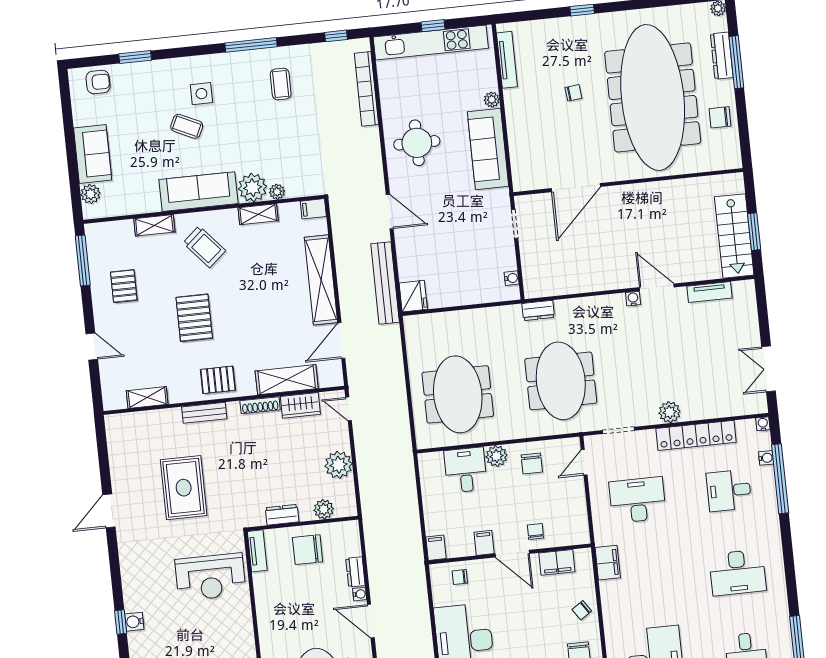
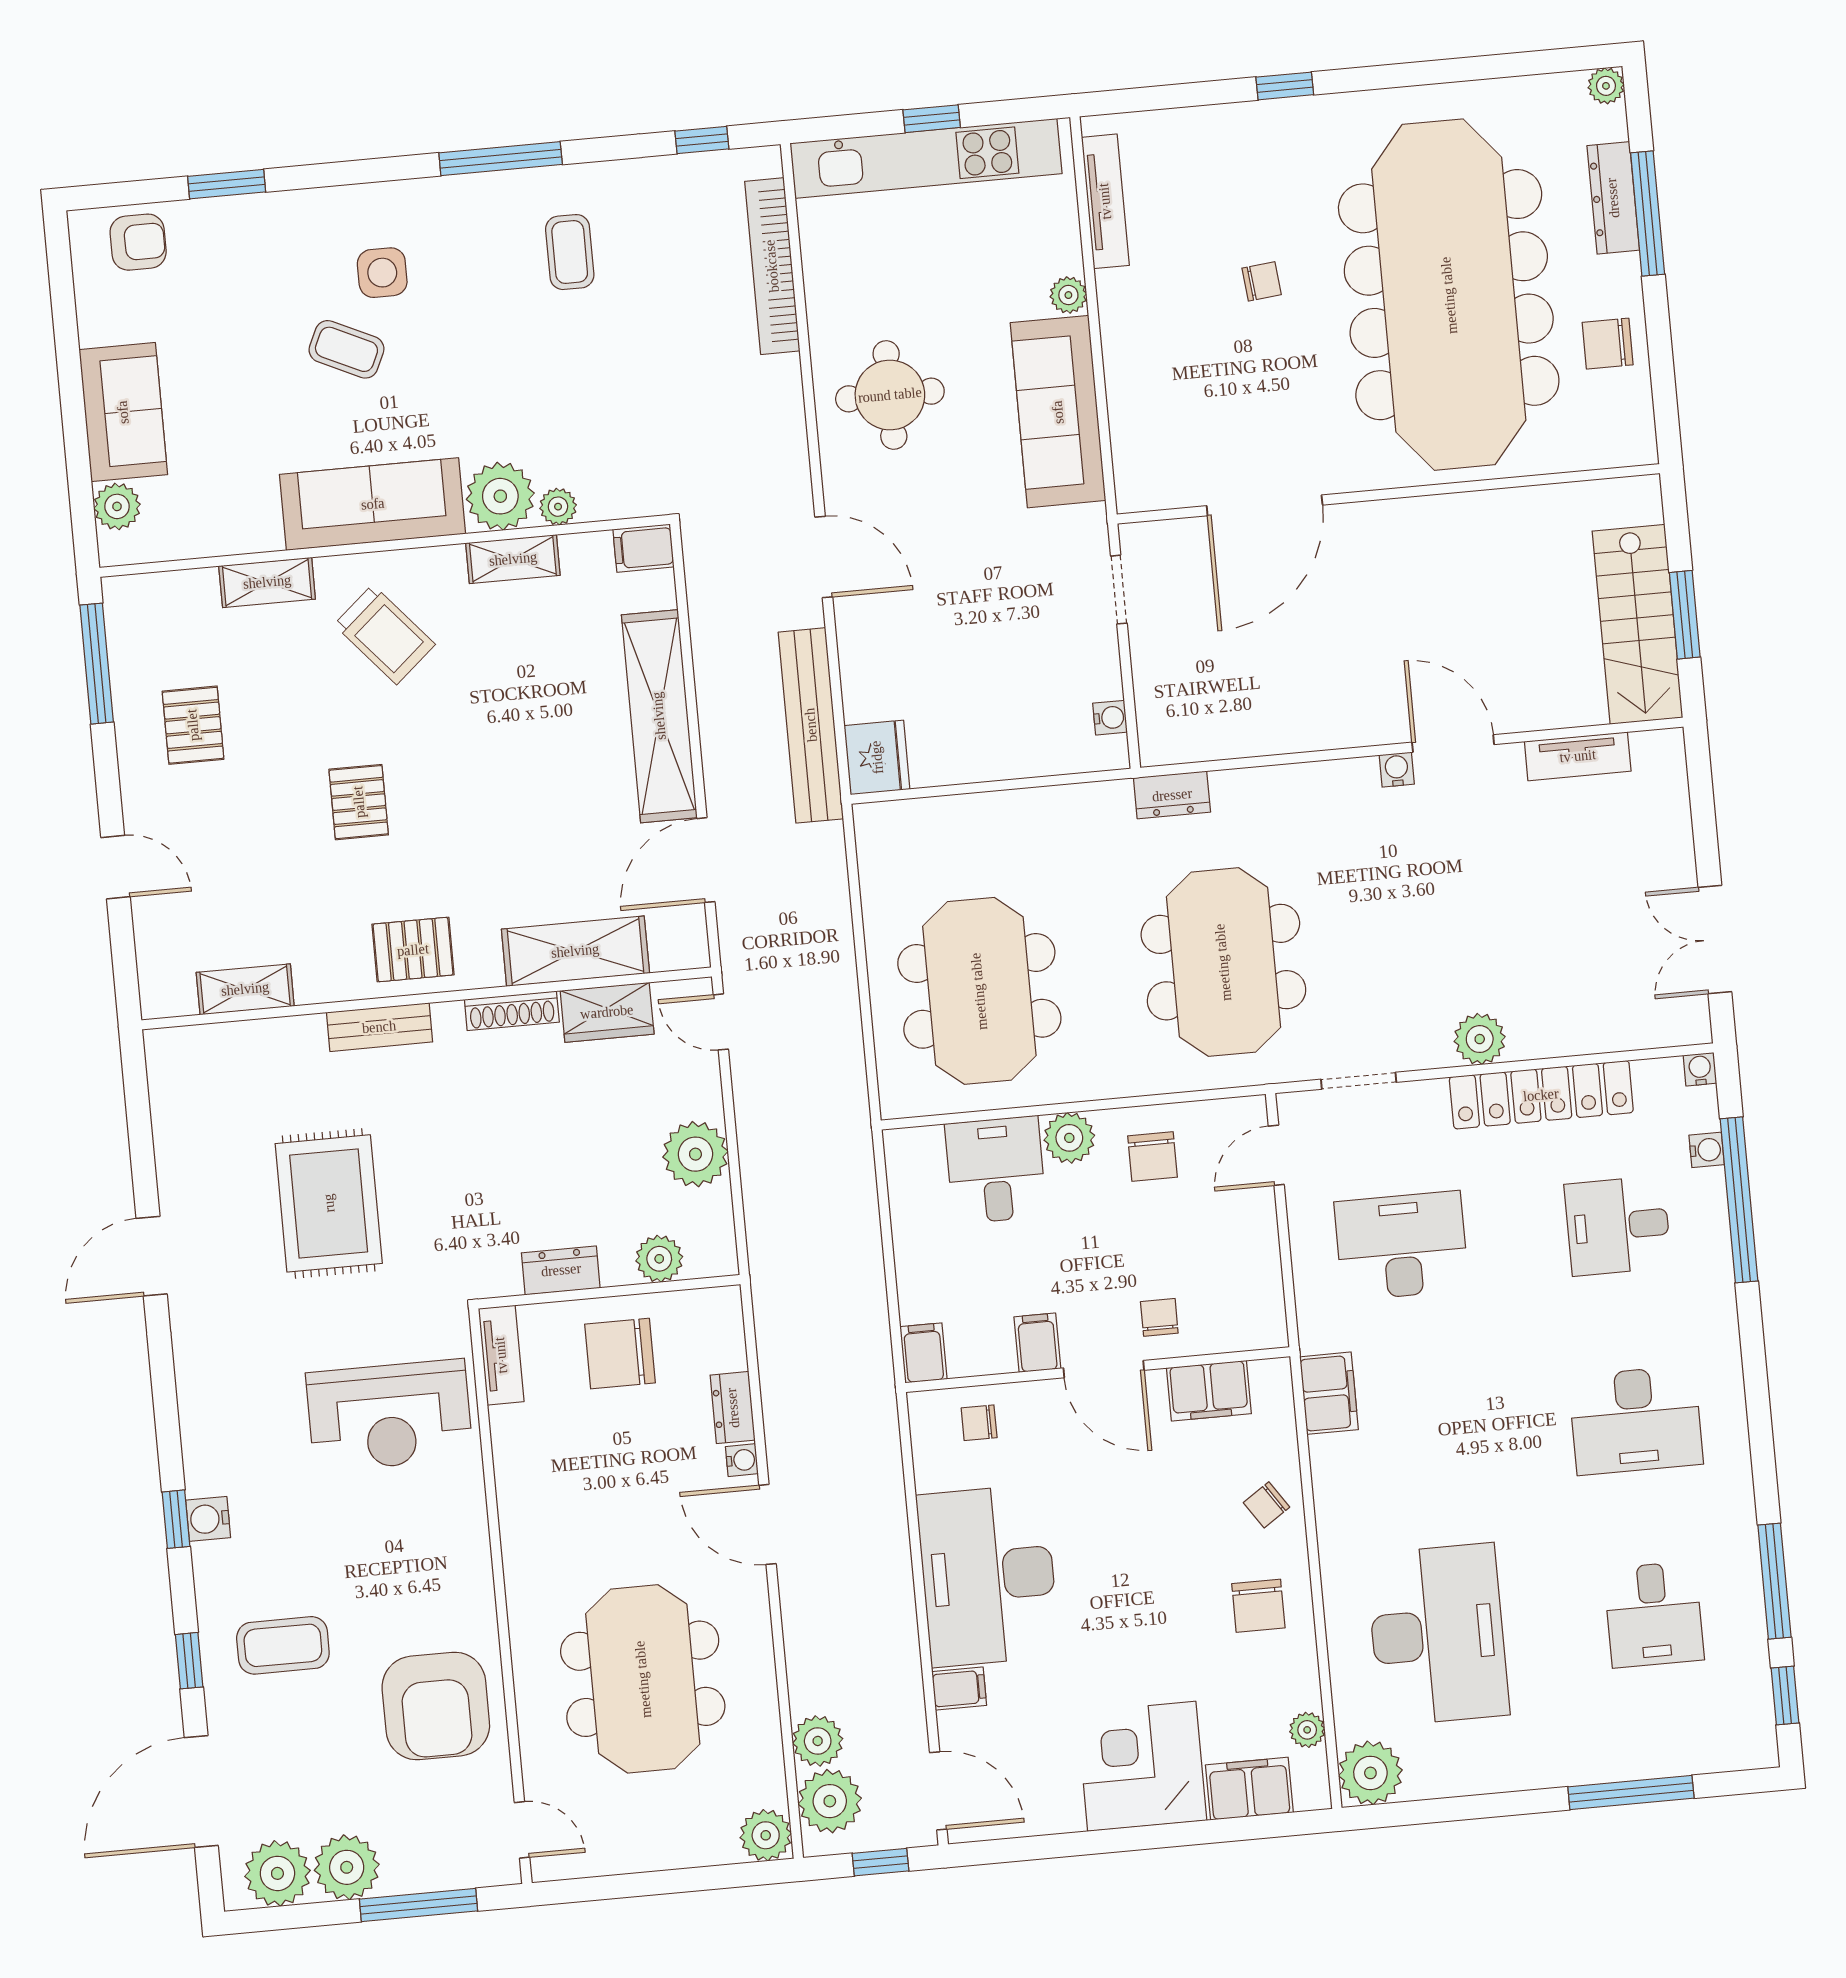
pallet: (194, 318) -> (359, 802), width x0.67, depth x0.71

